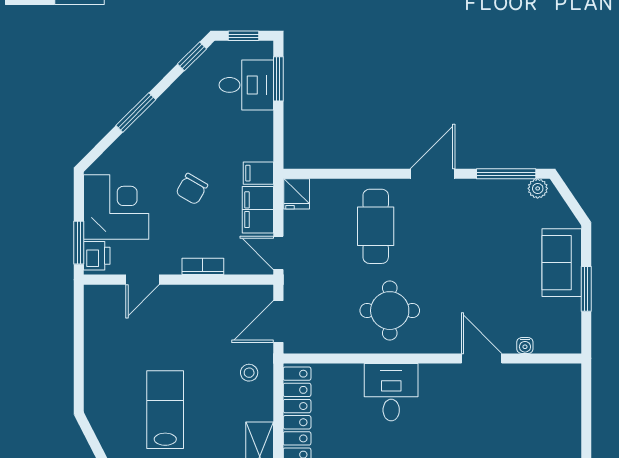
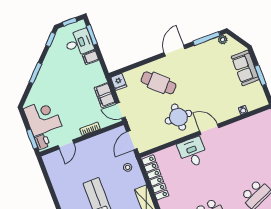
filing cabinet: (258, 173) -> (91, 57), moved
chair: (192, 189) -> (72, 97), removed
cafe table: (376, 226) -> (158, 83), turned -47
door: (482, 358) -> (209, 129), moved

